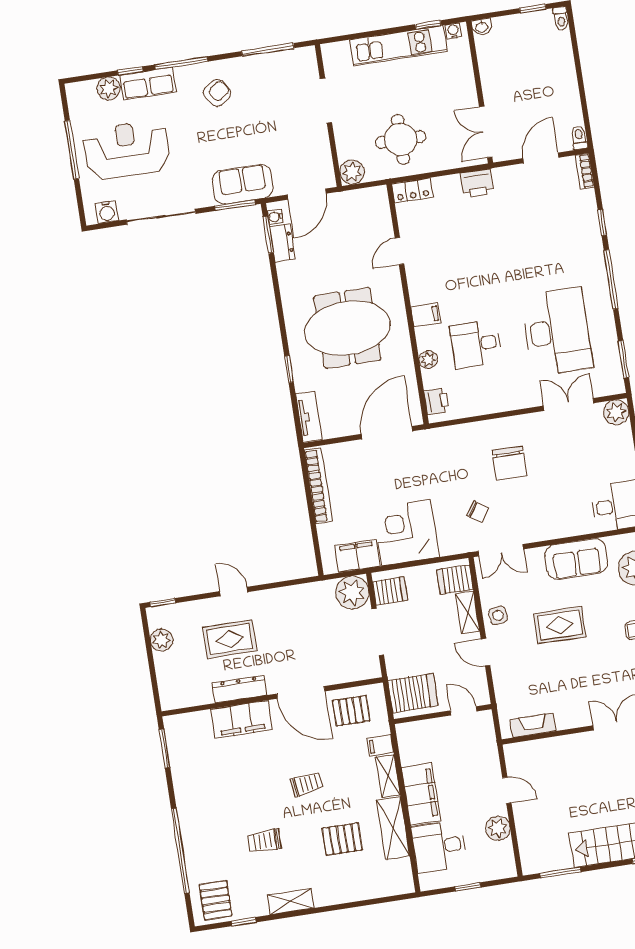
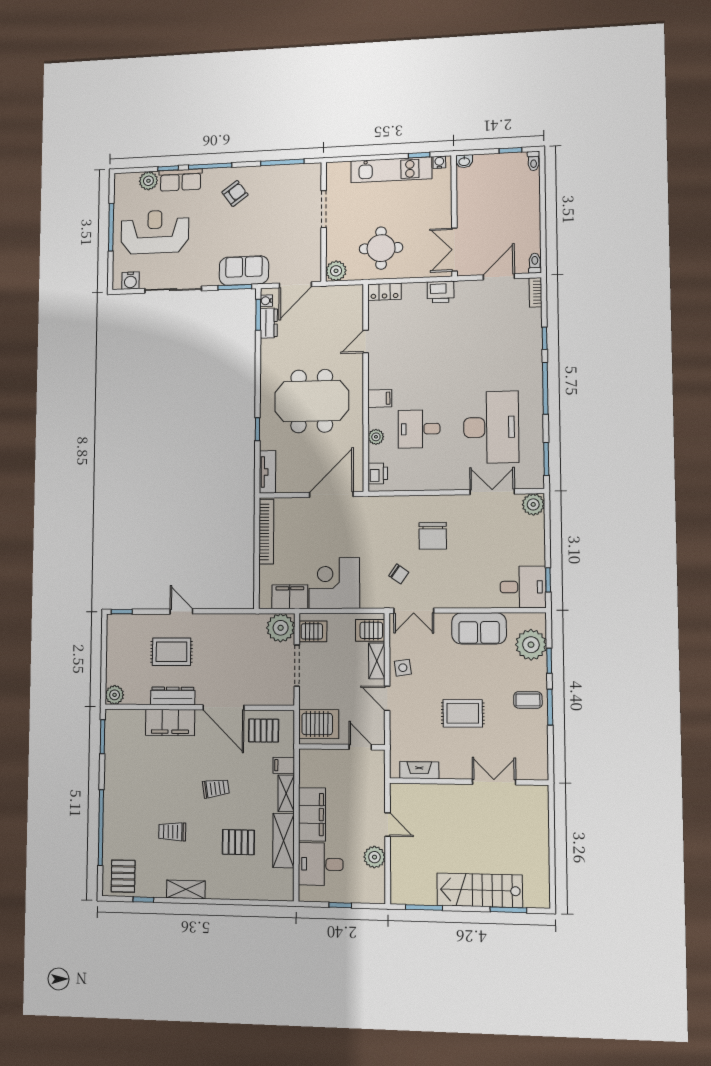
rug: (560, 625) -> (463, 713), moved
plant: (162, 640) -> (115, 695), moved

